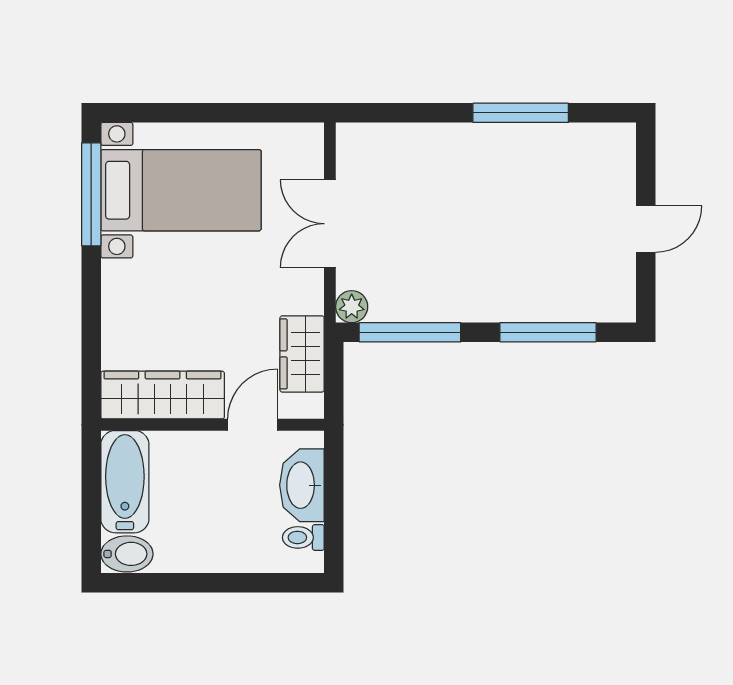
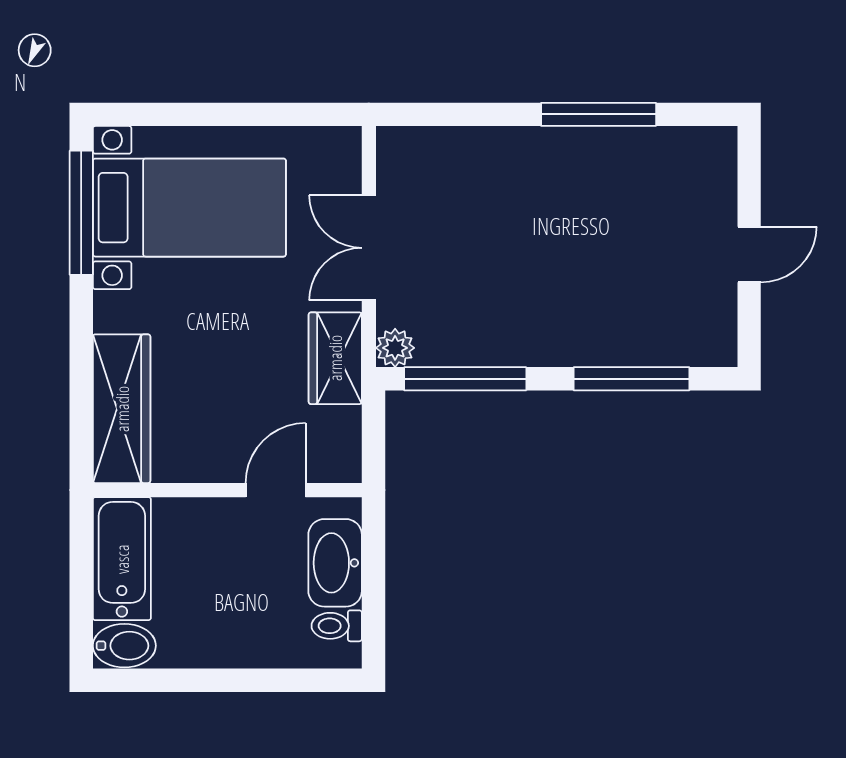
wardrobe: (302, 354) -> (335, 358), moved
wardrobe: (163, 395) -> (122, 409), moved, turned 90

